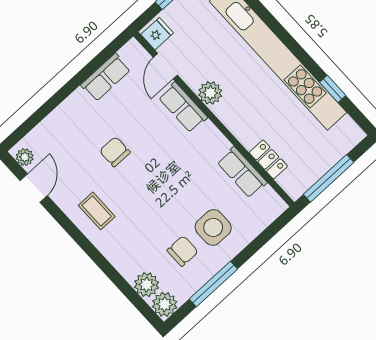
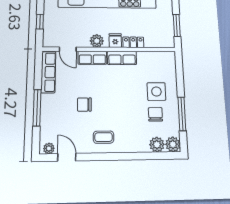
fridge: (157, 34) -> (115, 41), moved
row of seats: (106, 77) -> (48, 72), width x1.48
window: (59, 97) -> (37, 108), added
locker: (268, 159) -> (133, 42), moved
row of seats: (242, 172) -> (122, 58), moved
window: (329, 178) -> (177, 25), width x0.69

